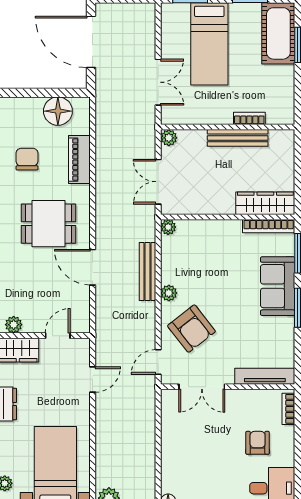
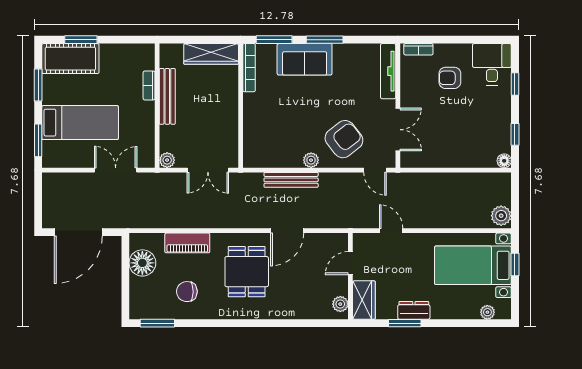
wardrobe: (265, 203) -> (211, 54), moved, turned -90
plant: (168, 227) -> (250, 161), removed
door: (58, 336) -> (350, 263), hinge flipped

